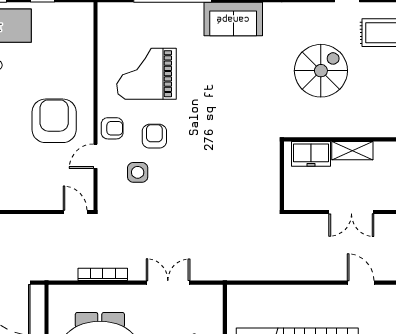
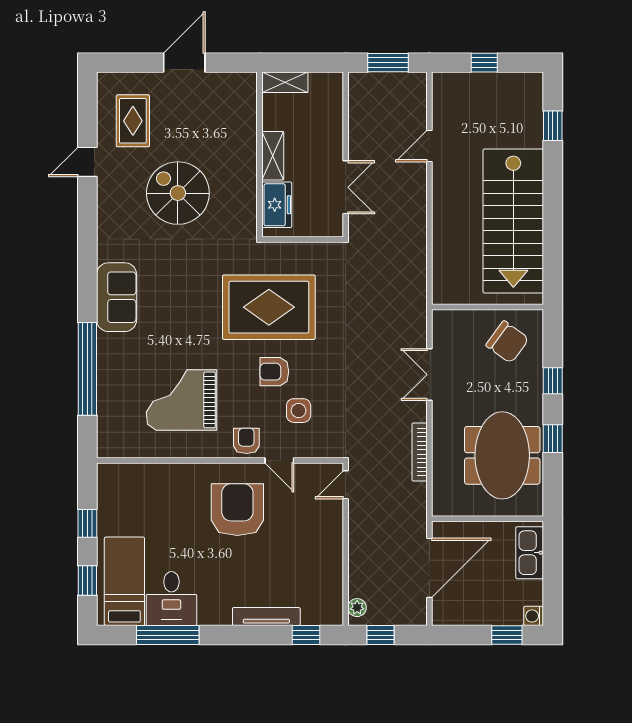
grand piano: (147, 74) -> (181, 400), turned 90
armchair: (54, 121) -> (237, 510), turned 90
armchair: (154, 136) -> (274, 372), moved
rug: (225, 147) -> (269, 307), added
double door: (351, 212) -> (346, 187), moved

